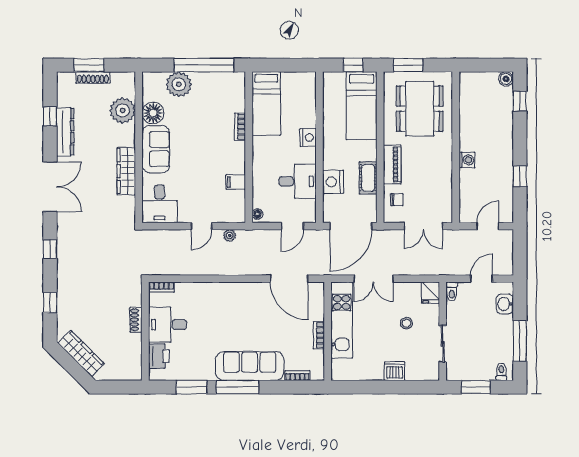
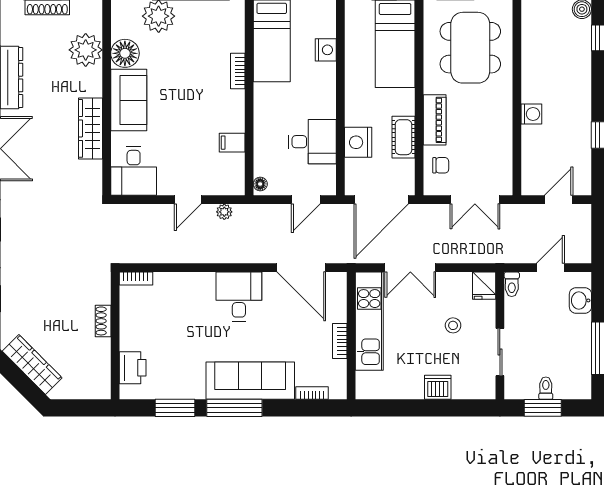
nightstand: (308, 137) -> (326, 50), moved
desk: (168, 325) -> (239, 297), moved, turned 90
toilet: (501, 372) -> (546, 388), moved

